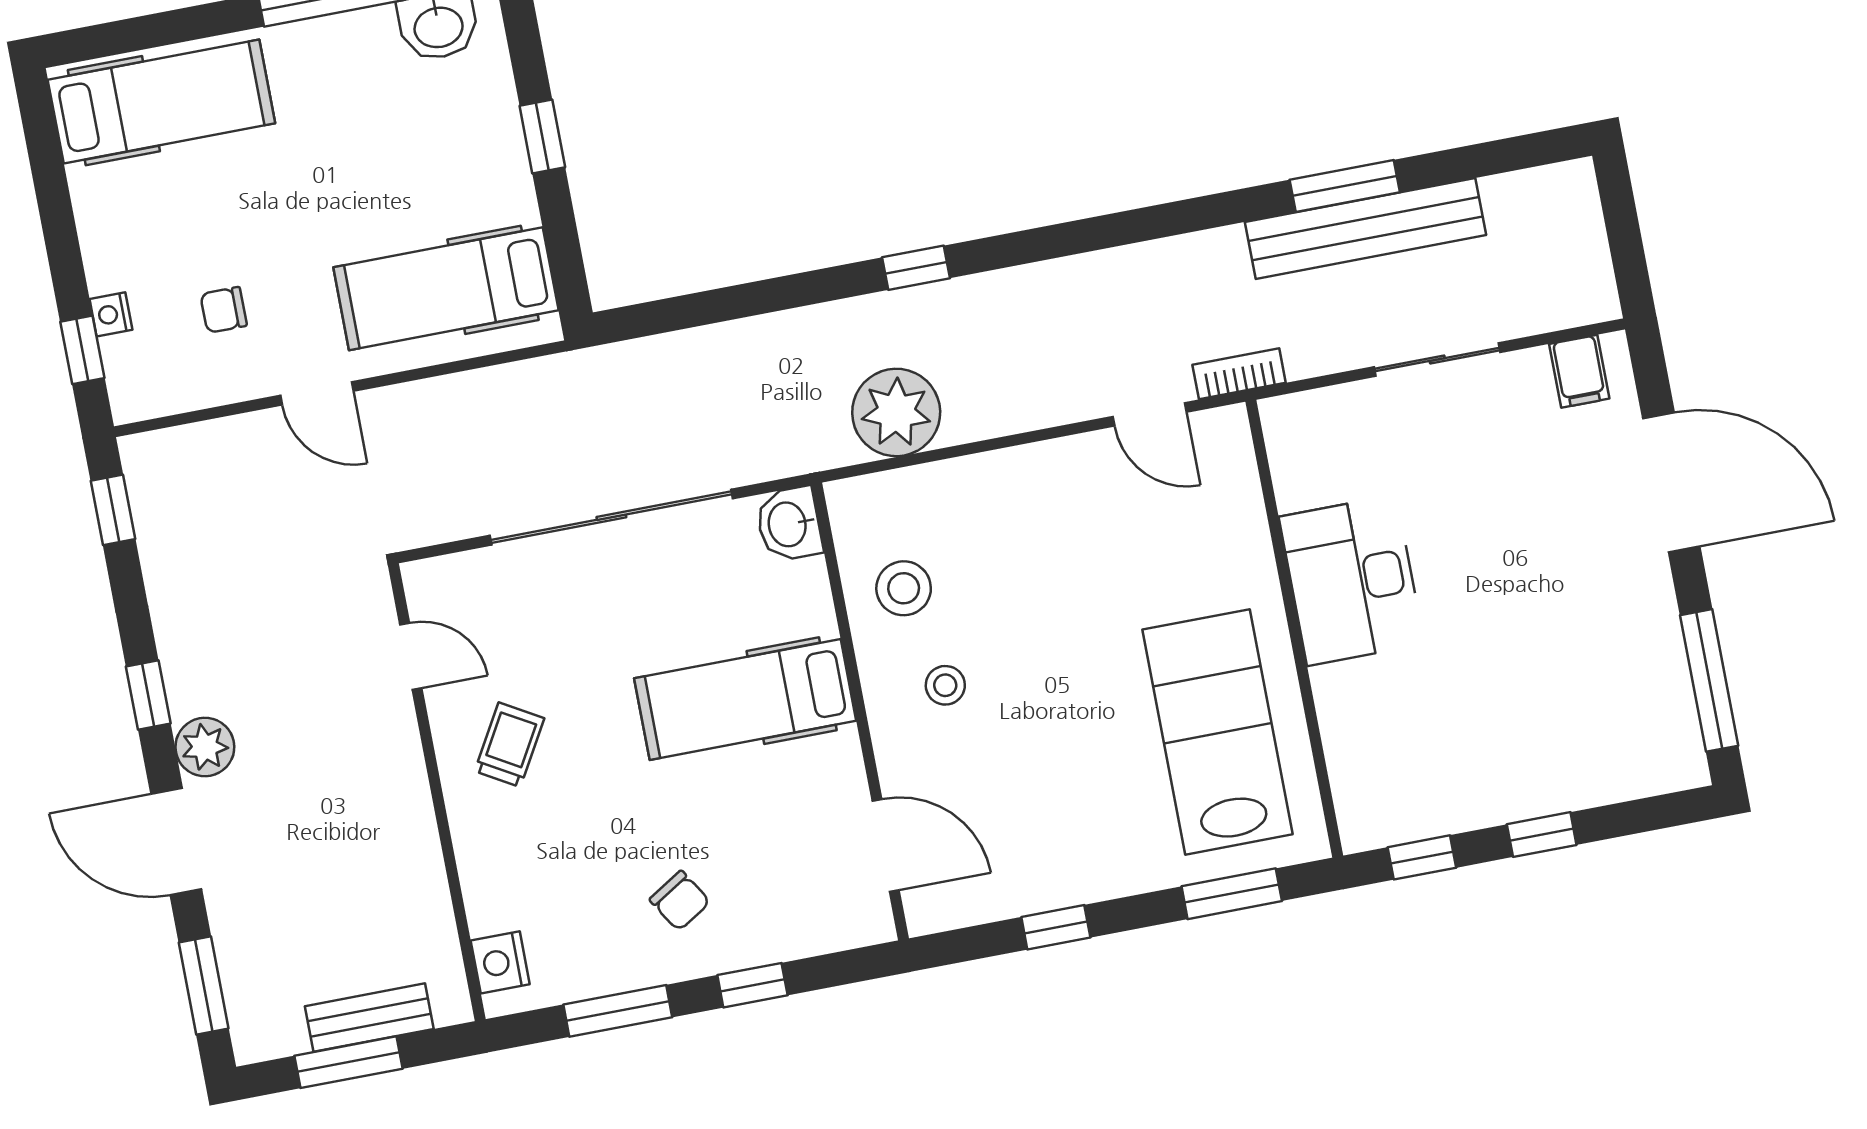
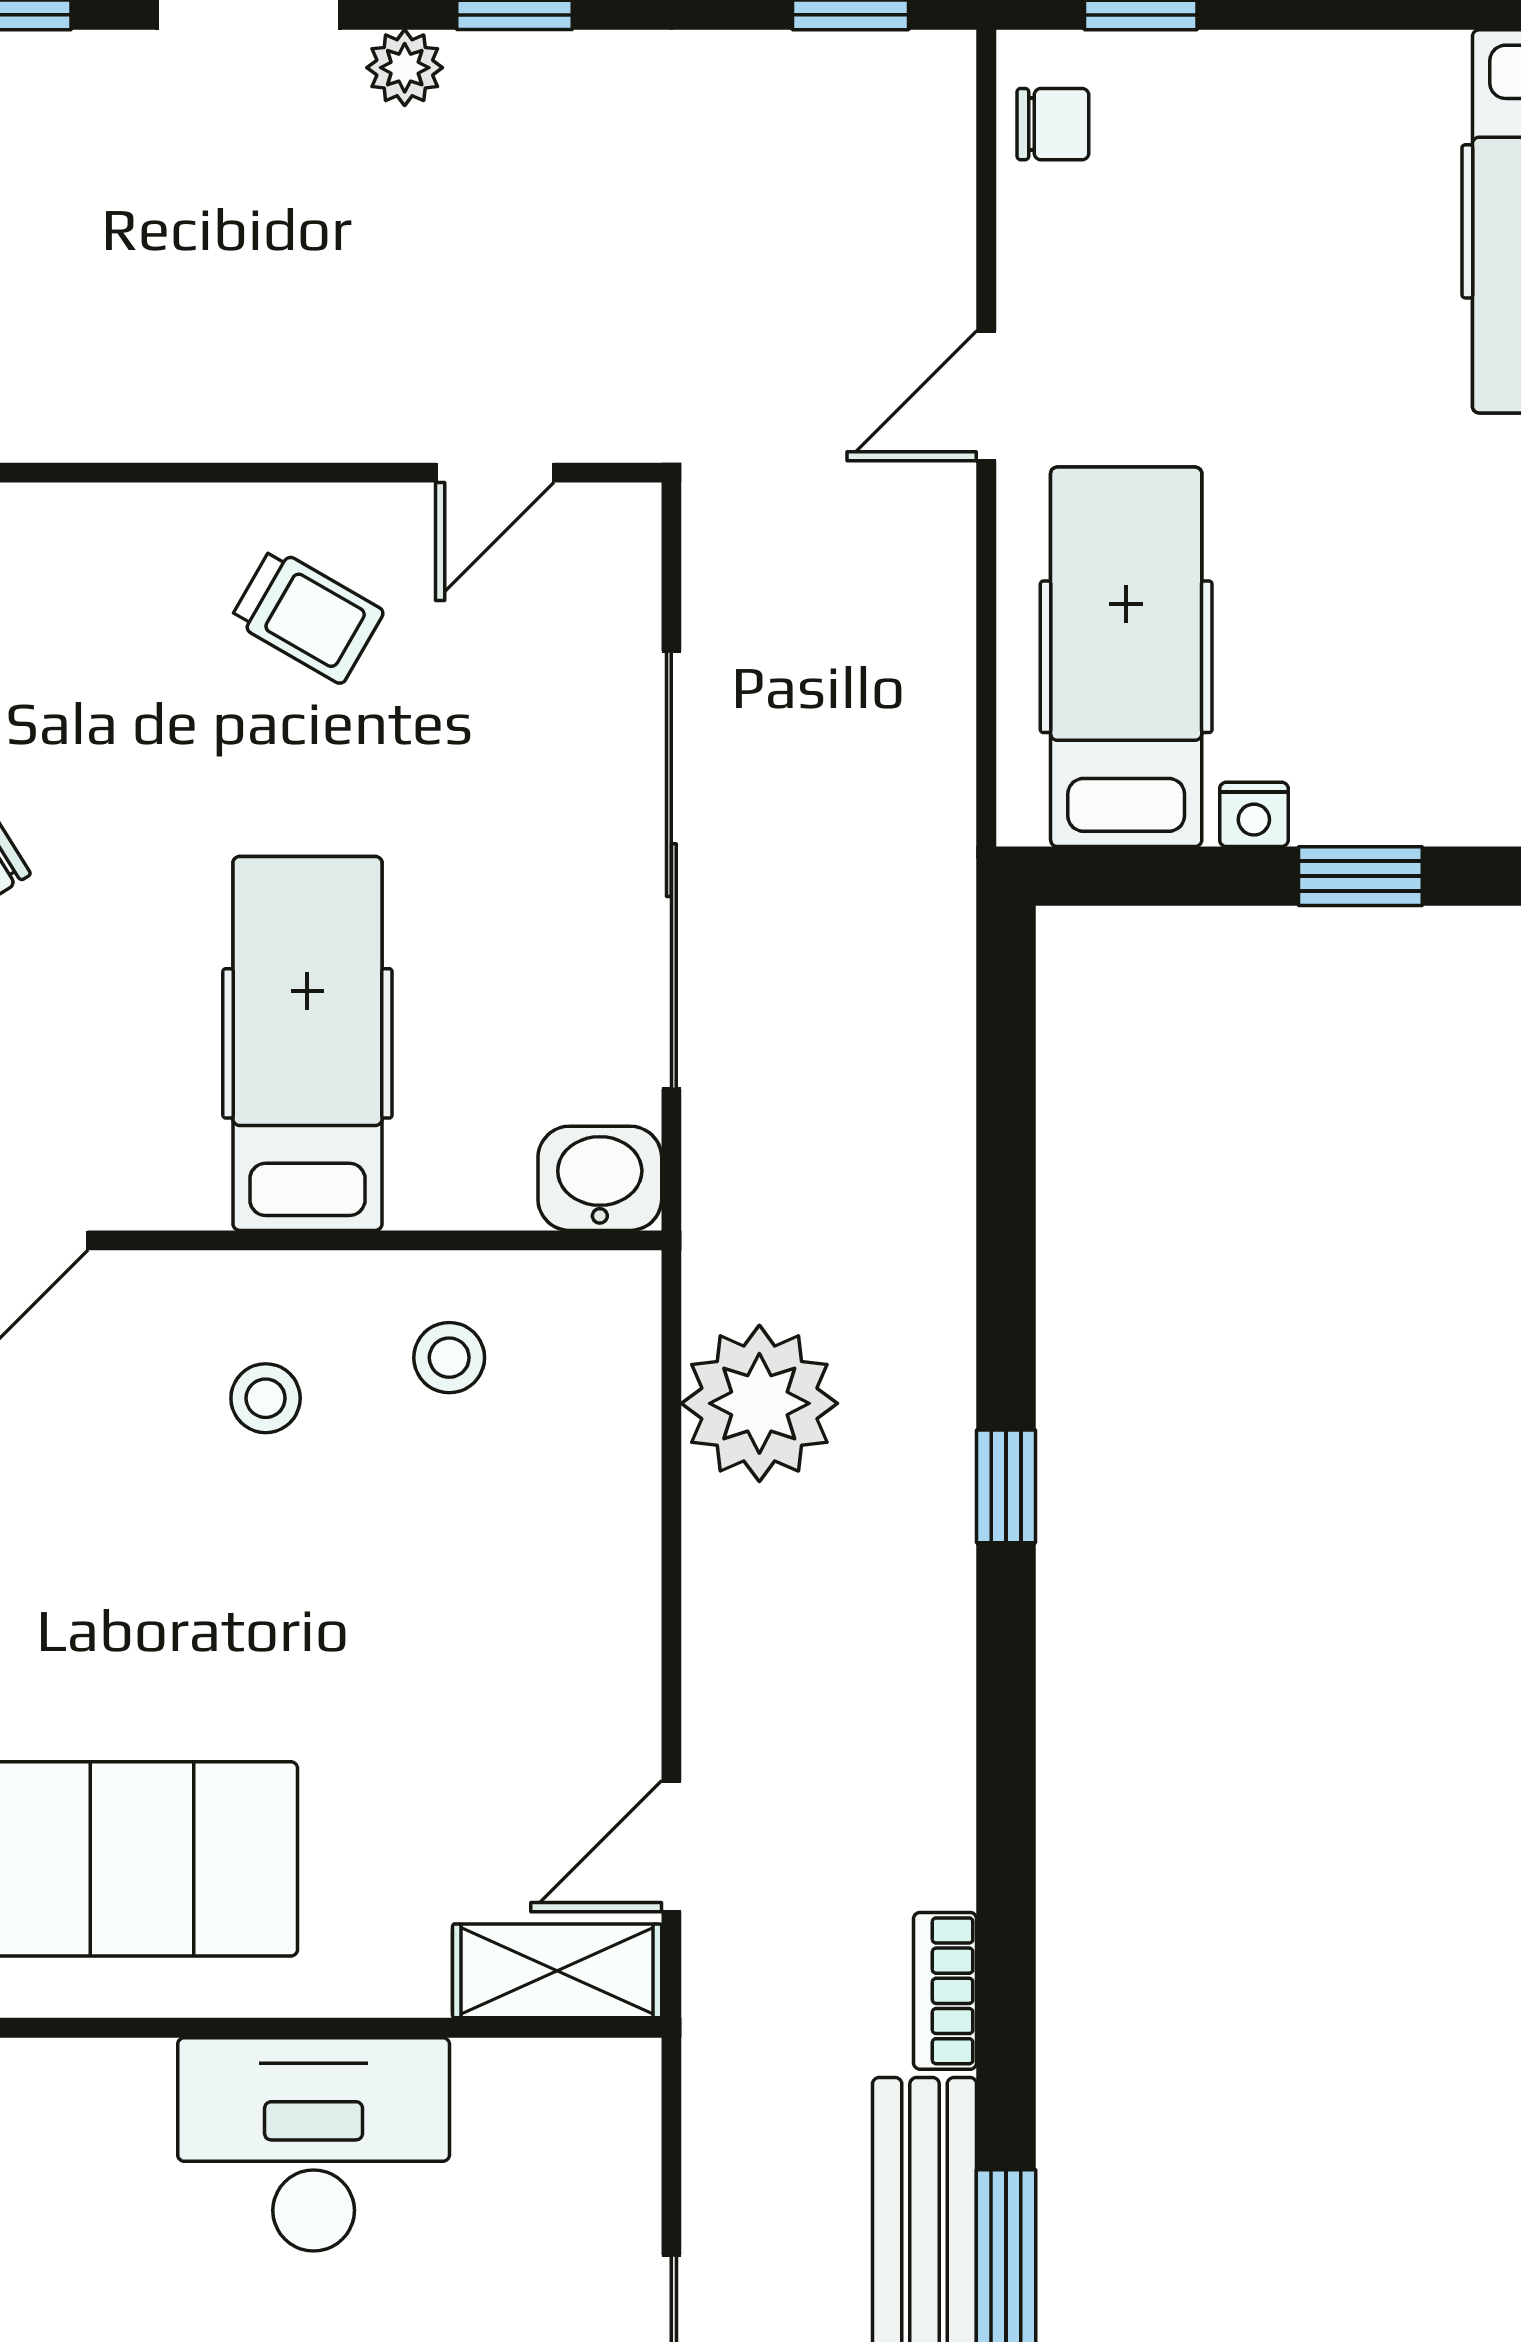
chair: (224, 310) -> (1053, 124), moved, turned 90
nightstand: (111, 314) -> (1254, 814), moved, turned 180
bookcase: (1239, 374) -> (945, 1991), moved, turned 180
shelving: (1230, 464) -> (557, 1971), added
stool: (904, 588) -> (449, 1358), width x0.73, depth x0.73
plant: (205, 747) -> (405, 68), width x0.73, depth x0.73

